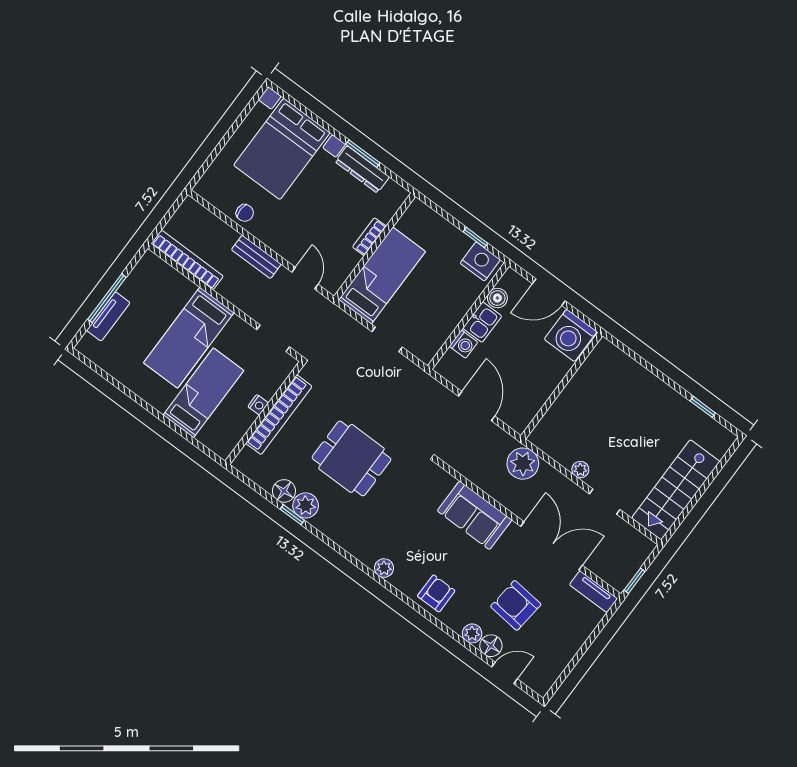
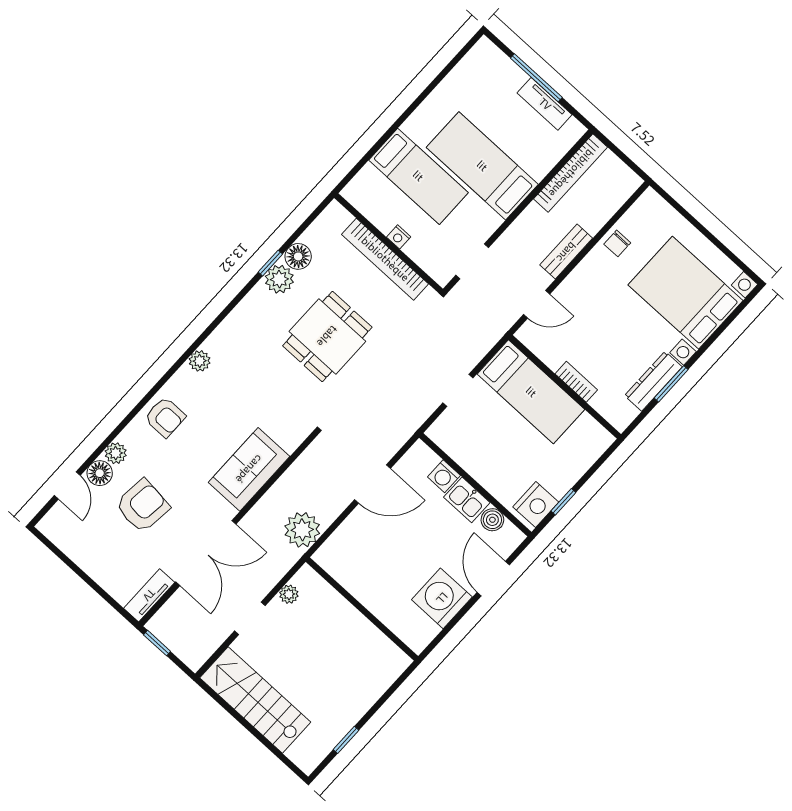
tv unit: (108, 316) -> (545, 104), moved
wall: (562, 386) -> (362, 609), moved

